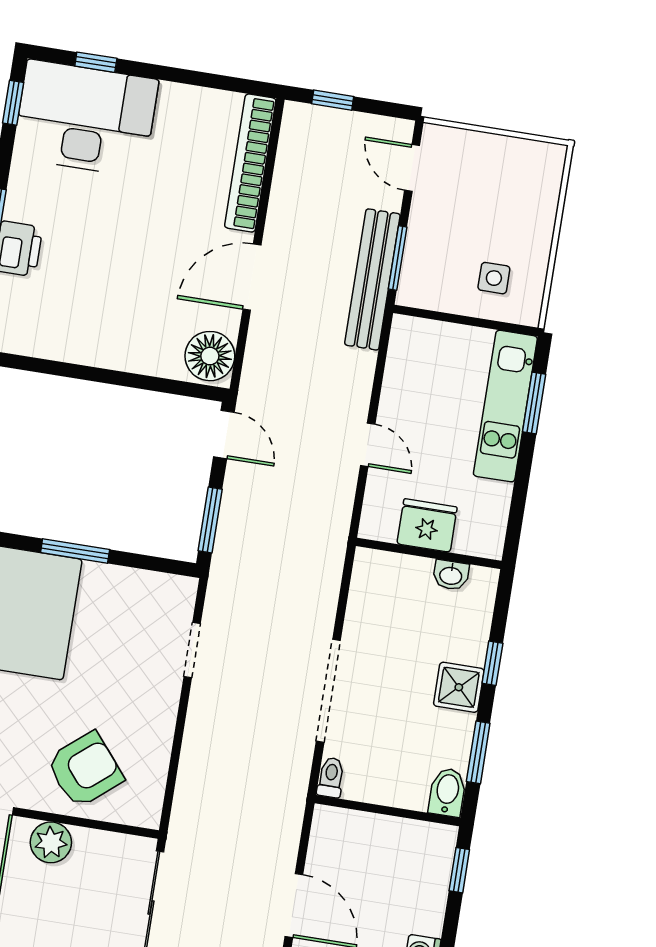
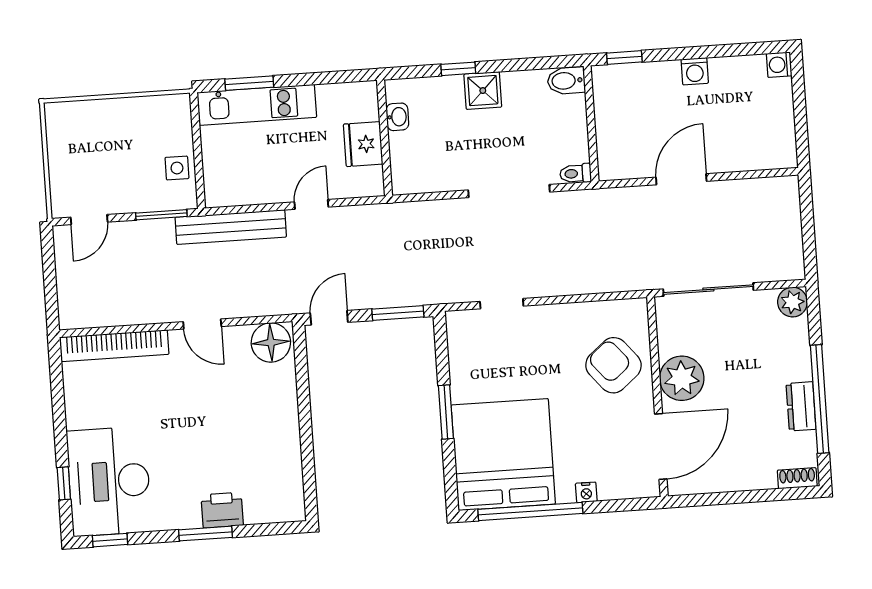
window: (333, 100) -> (51, 293), removed
door: (252, 277) -> (202, 324), width x0.73
side table: (494, 278) -> (177, 168), moved
bench: (372, 279) -> (231, 227), moved
window: (478, 752) -> (530, 64), removed
plant: (51, 842) -> (682, 378), width x1.36, depth x1.36

